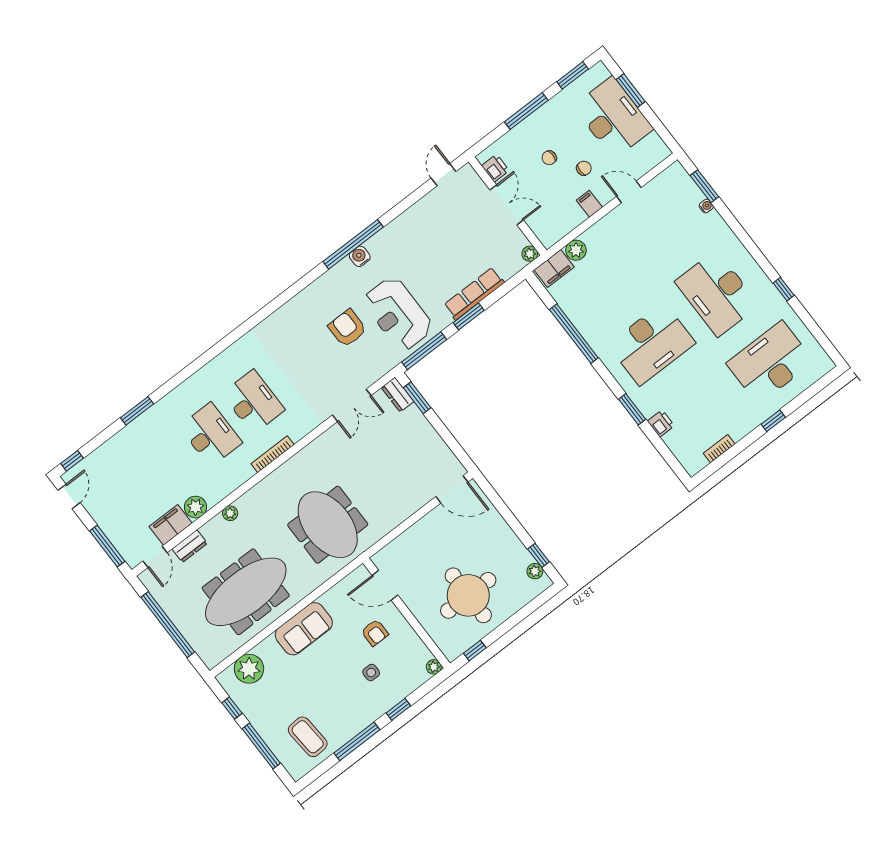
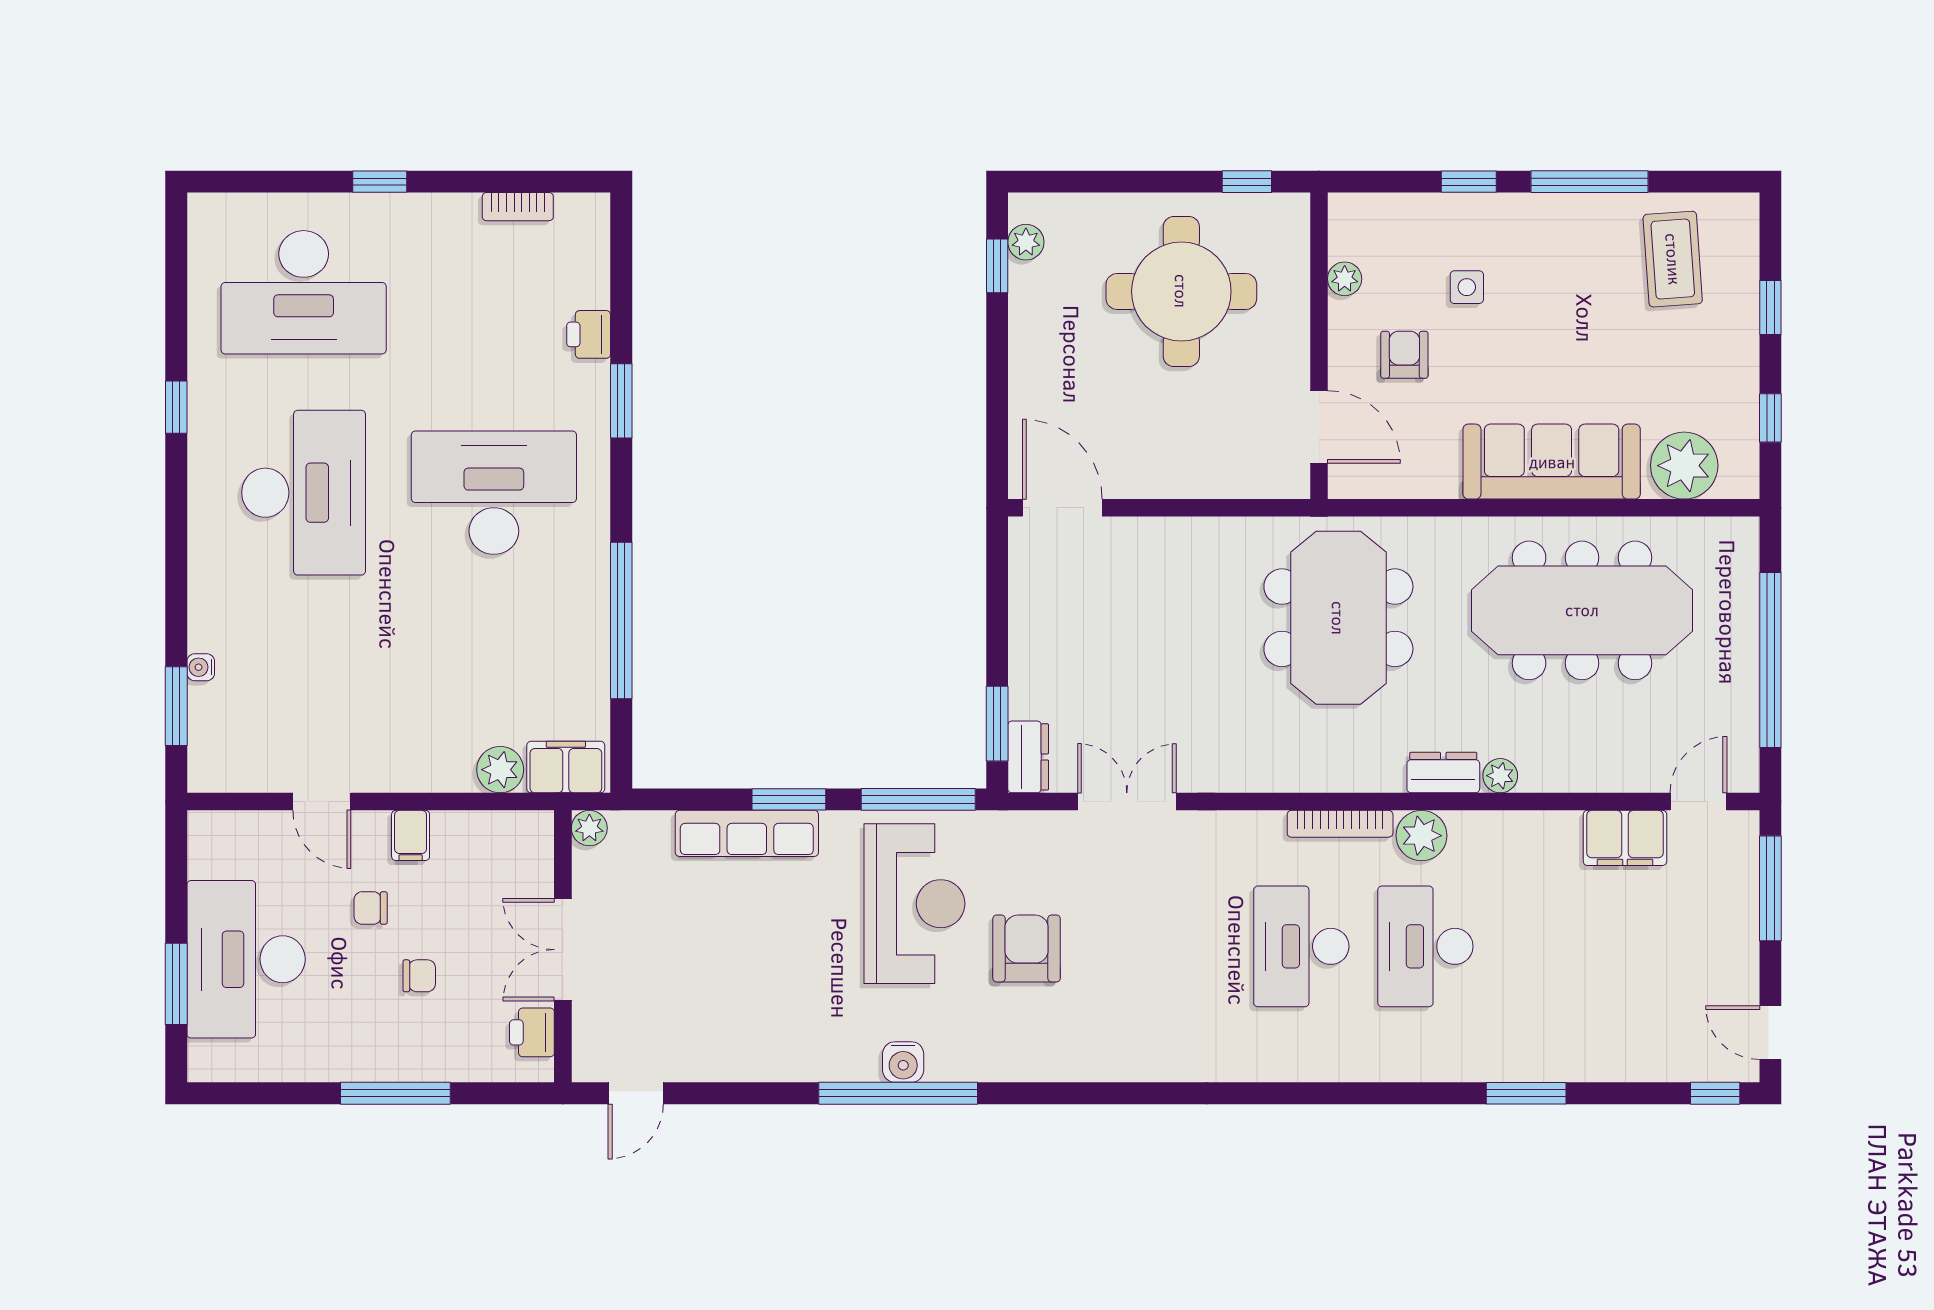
window: (573, 75) -> (261, 1093), removed
armchair: (347, 328) -> (1027, 948), turned 180
door: (69, 496) -> (1770, 1033), hinge flipped
plant: (195, 507) -> (1422, 836), moved
dresser: (190, 546) -> (1443, 773), moved
sofa: (304, 629) -> (1552, 462), width x1.36
plant: (434, 667) -> (1345, 279), moved
window: (261, 746) -> (1770, 307), width x0.46

